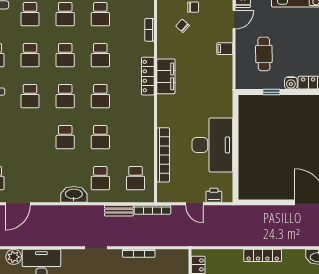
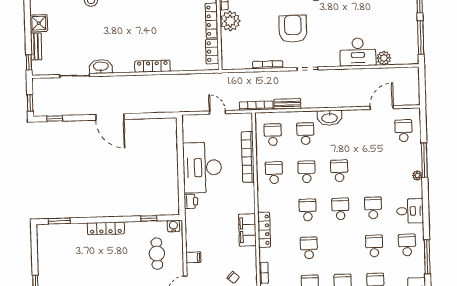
school desk: (65, 55) -> (274, 173), moved
water cooler: (291, 83) -> (173, 226), moved
printer: (214, 195) -> (191, 201), moved, turned -90

